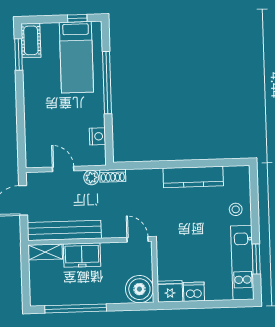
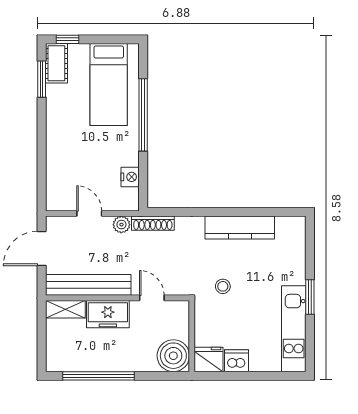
window: (77, 18) -> (68, 39), moved
shoe rack: (113, 176) -> (153, 223), width x1.43
stool: (236, 209) -> (223, 286), moved
door: (138, 239) -> (152, 298), moved
window: (256, 259) -> (310, 297), moved

